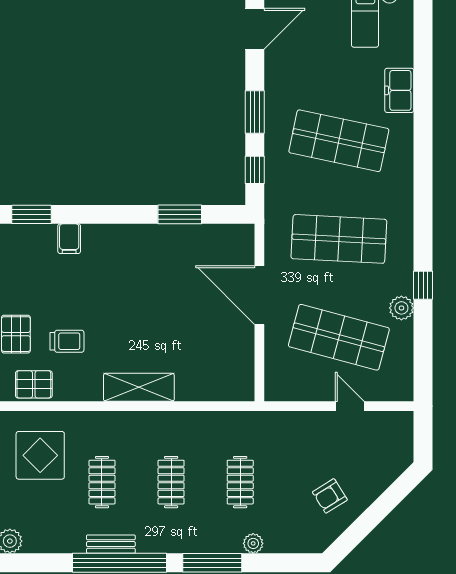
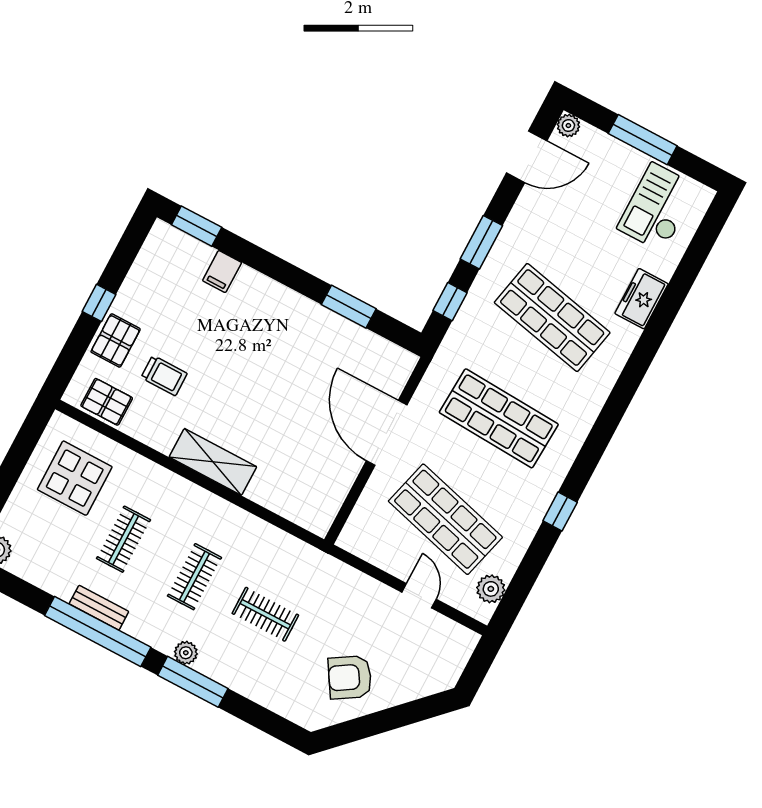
plant: (401, 308) -> (491, 589), moved
clothes rail: (240, 482) -> (265, 614), turned 90
armchair: (330, 496) -> (350, 677), width x1.38, depth x1.38
plant: (253, 543) -> (186, 653), moved

